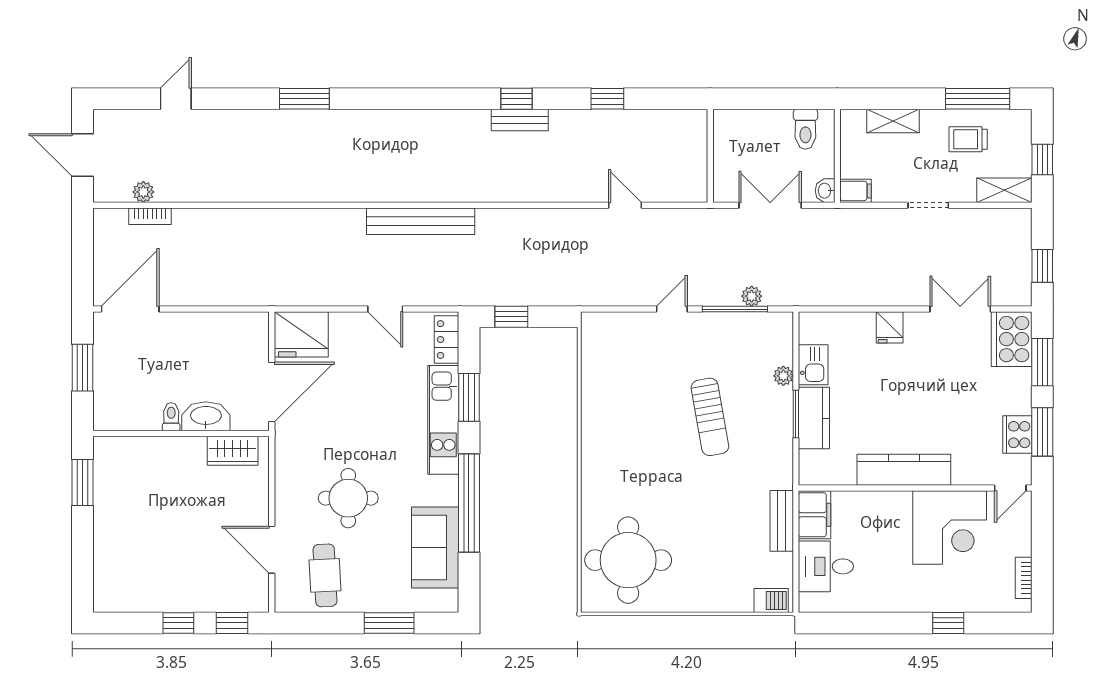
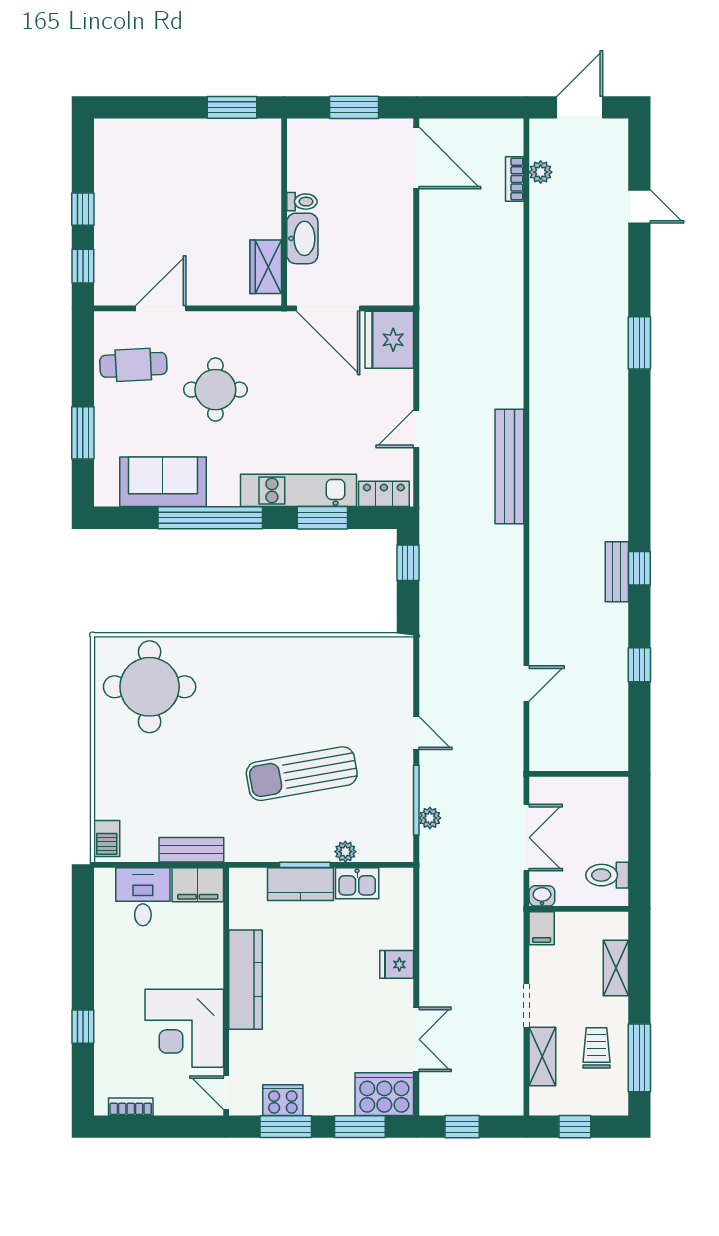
shelving: (1004, 190) -> (542, 1057), moved
sun lounger: (710, 417) -> (302, 774), width x1.36, depth x1.34

